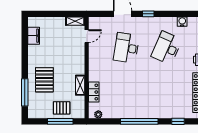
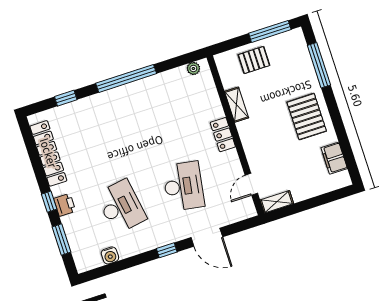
desk: (166, 48) -> (121, 207), turned -33
pallet: (44, 80) -> (307, 117), moved
locker: (94, 92) -> (223, 135), moved
window: (60, 121) -> (270, 31), moved

